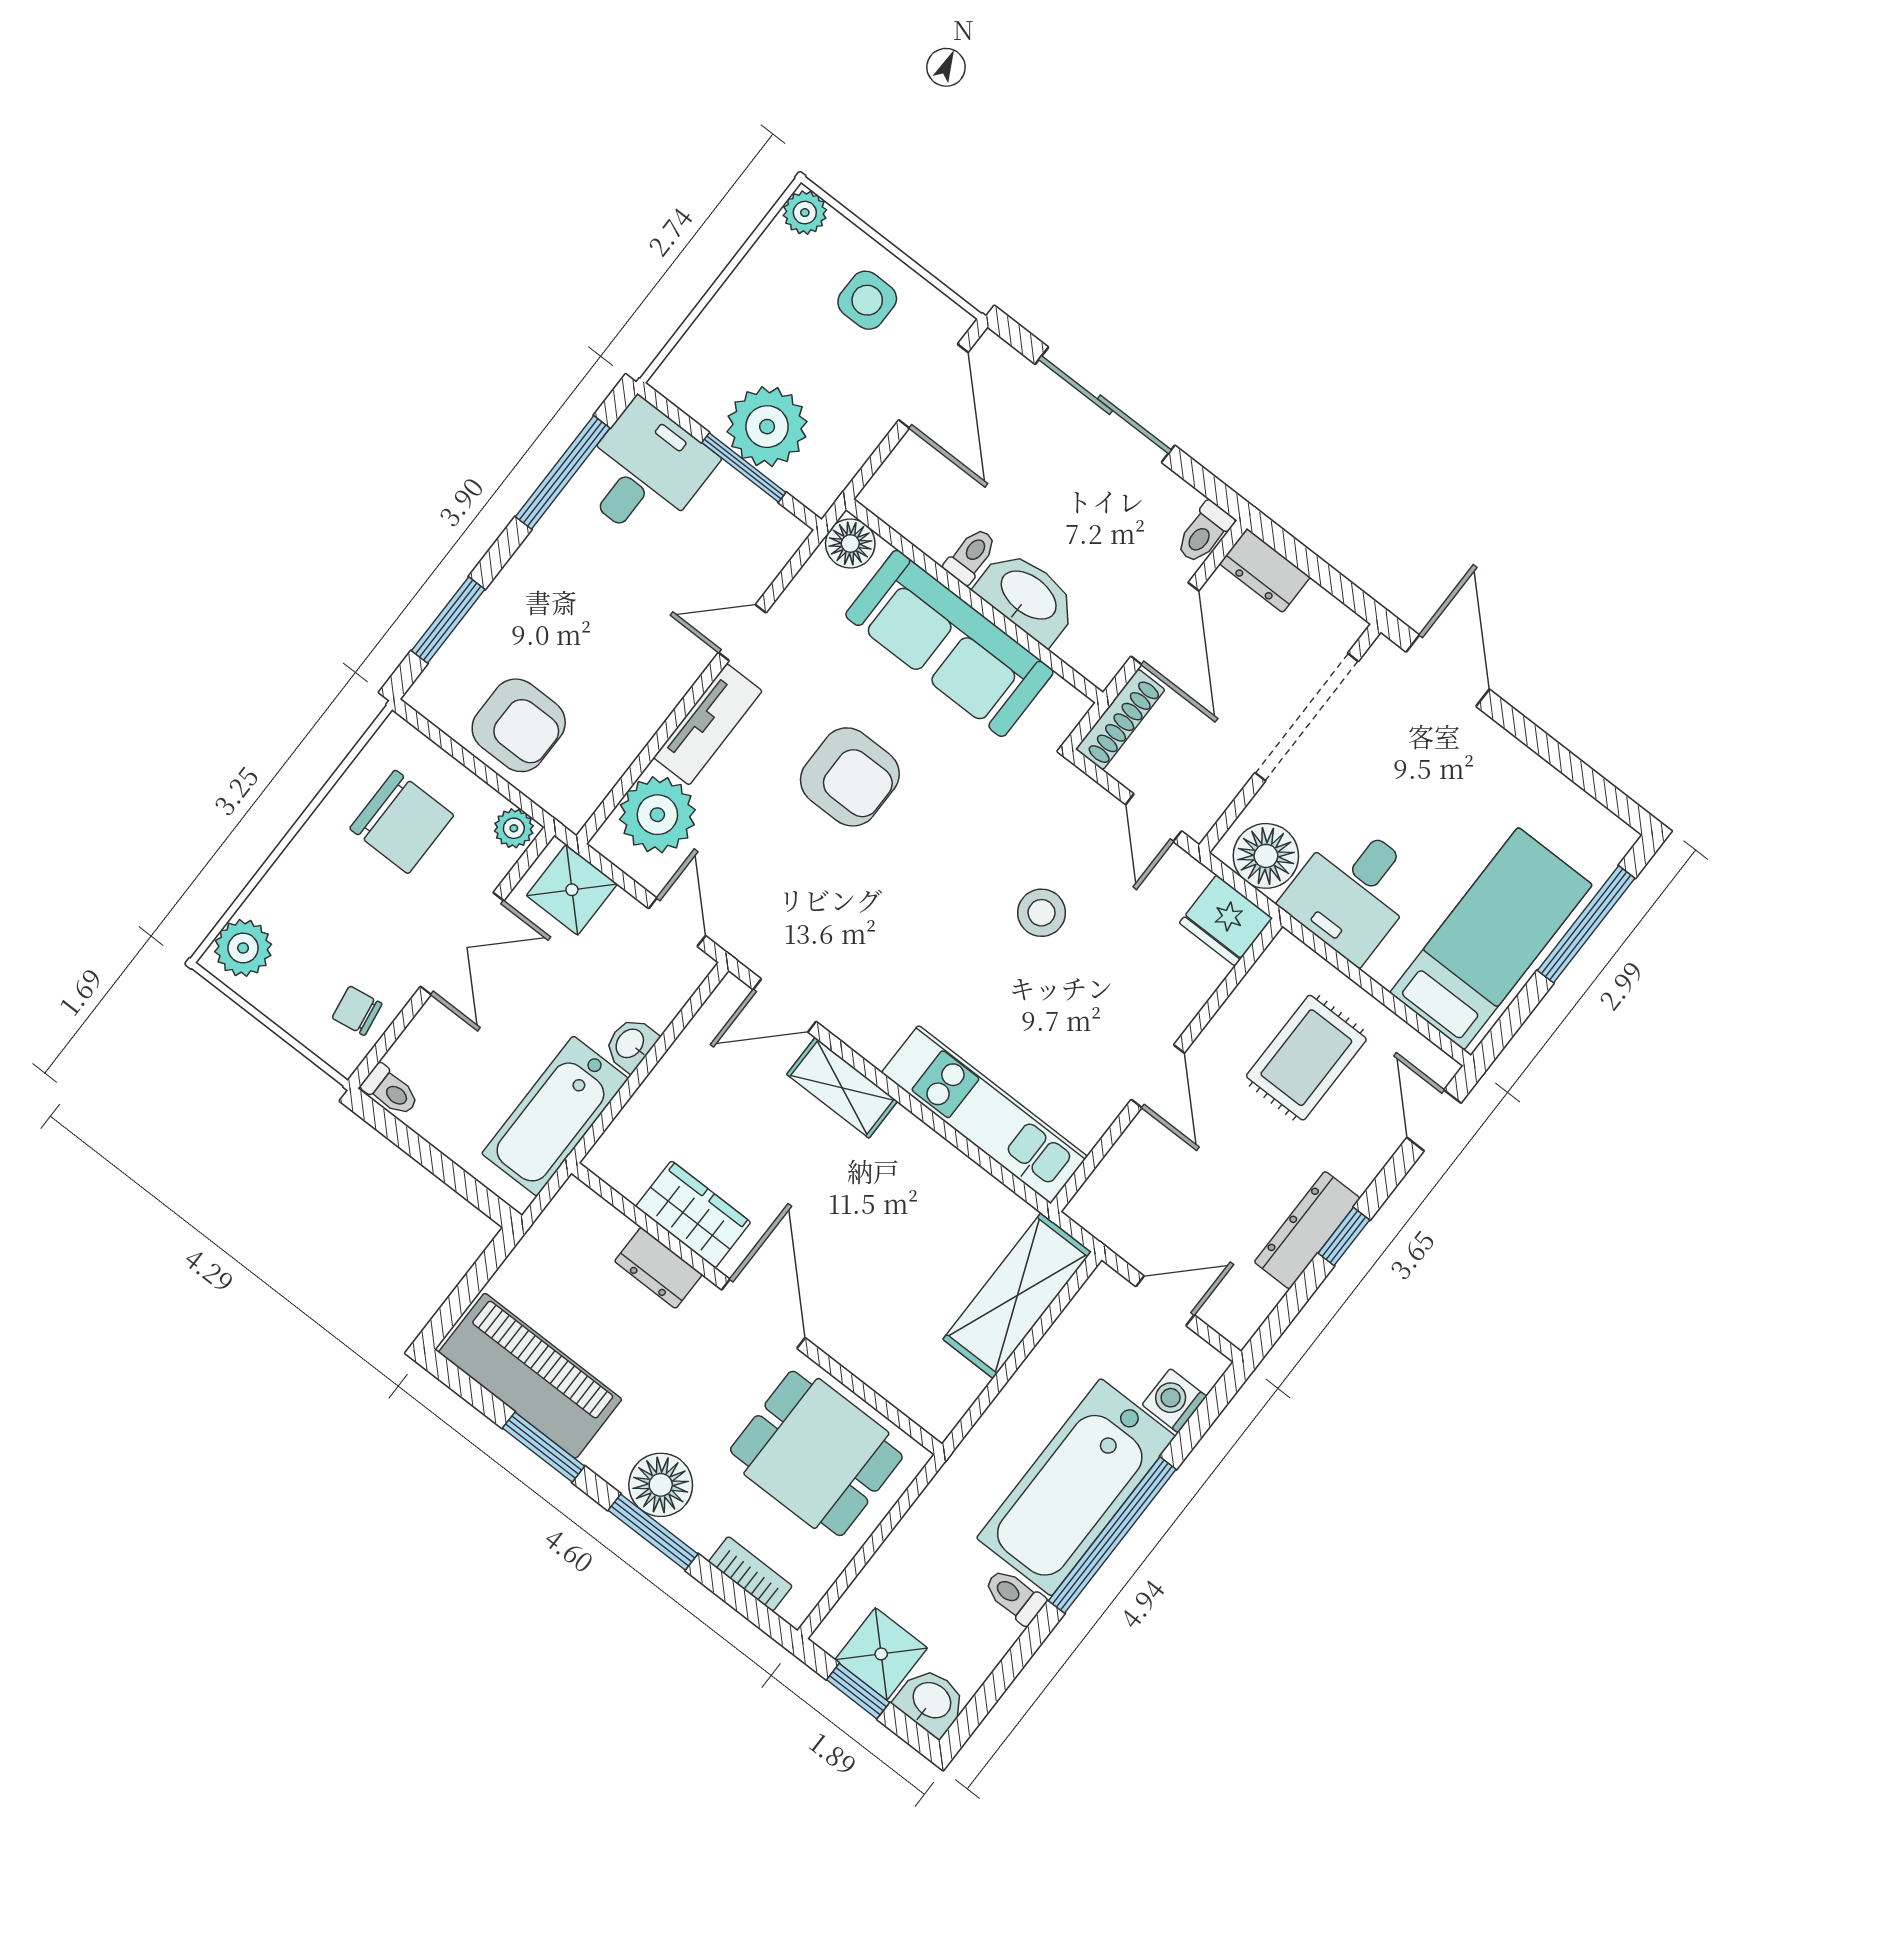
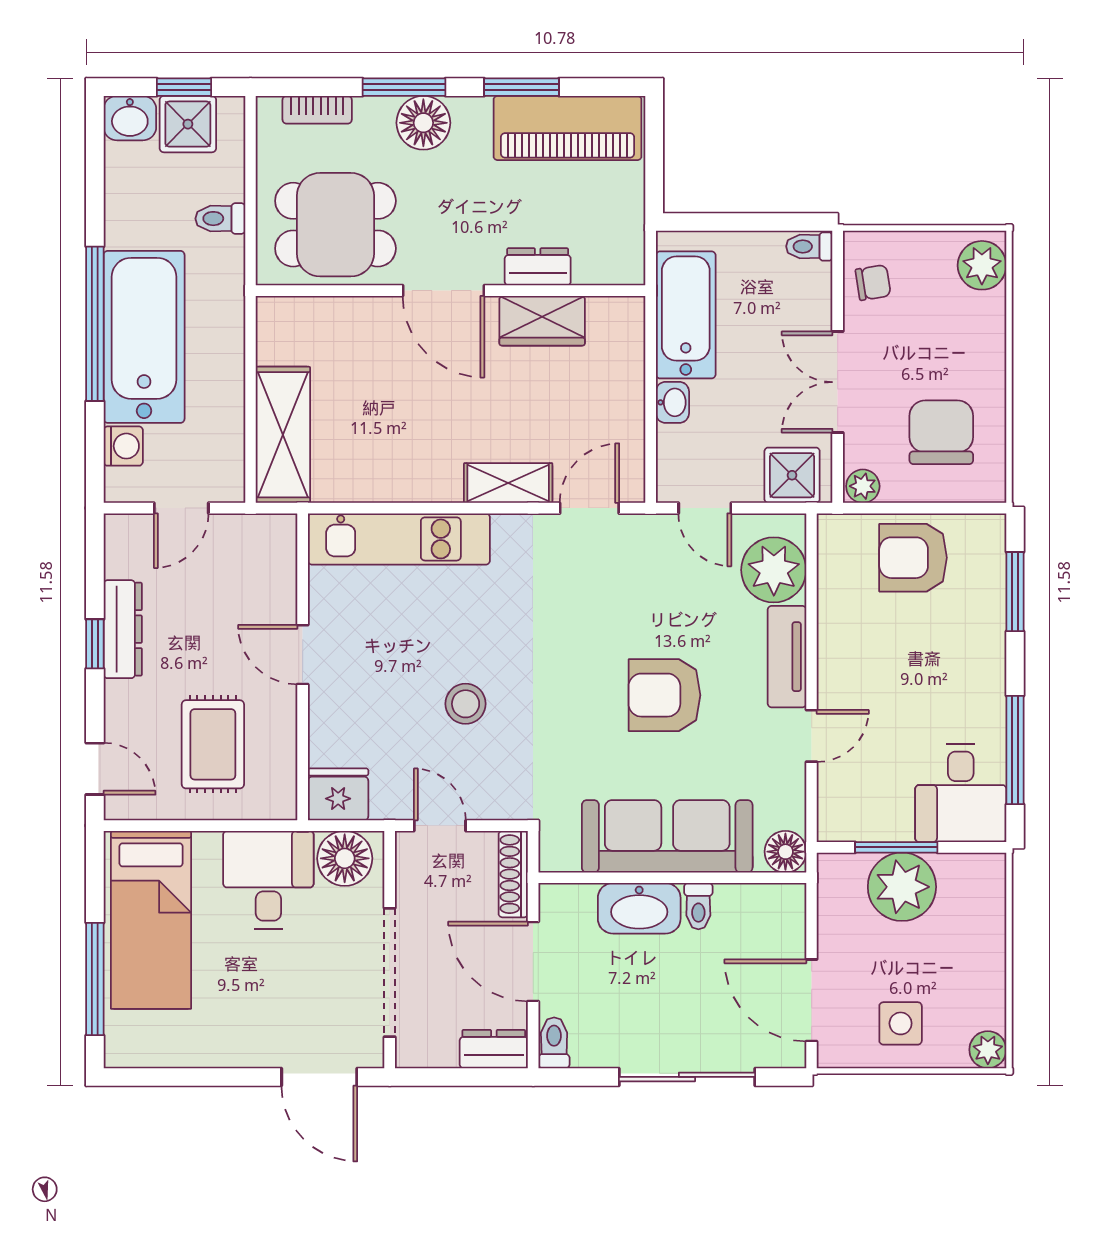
chair: (402, 822) -> (941, 432), turned 90
toilet: (1015, 1596) -> (220, 219), moved, turned 180

